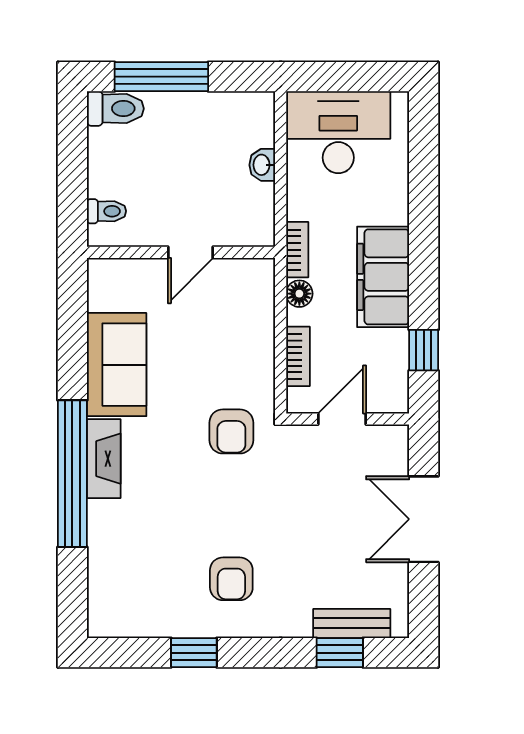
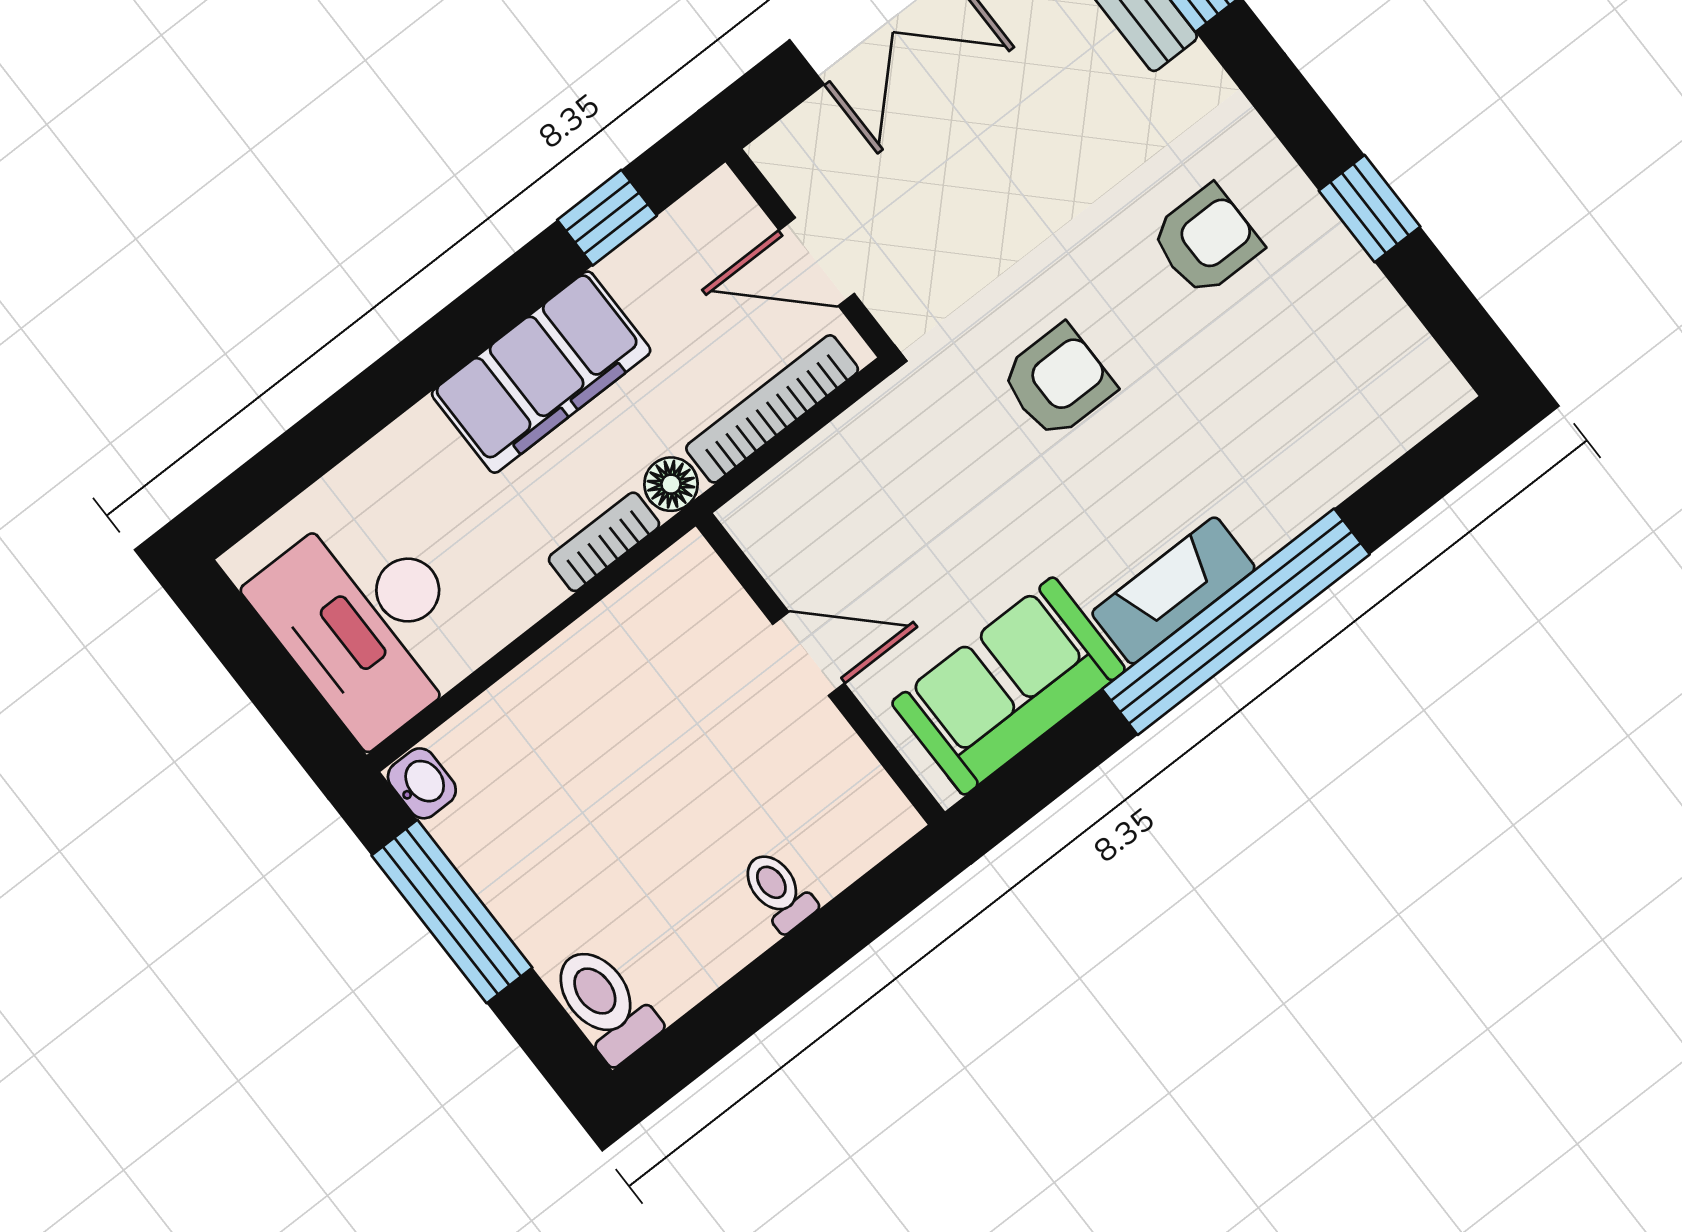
window: (161, 77) -> (452, 912), moved
washbasin: (262, 165) -> (422, 783), moved, turned -90
wall: (181, 252) -> (820, 669), moved
door: (191, 252) -> (809, 654), moved
bookcase: (298, 356) -> (772, 409), width x1.56
armchair: (231, 431) -> (1058, 381), moved

